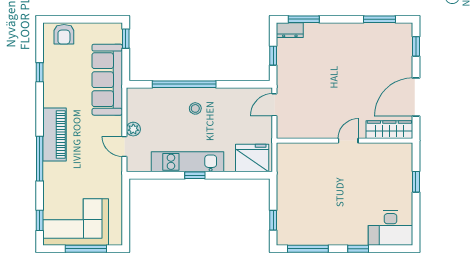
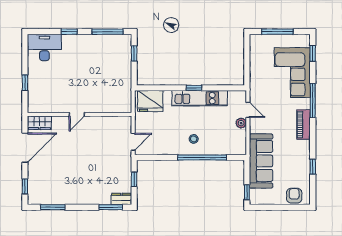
wardrobe: (389, 130) -> (39, 123), width x0.67
piano: (54, 135) -> (304, 124), width x0.73, depth x0.75
corner sofa: (76, 222) -> (292, 73), moved, turned 90

